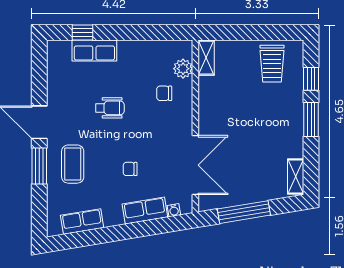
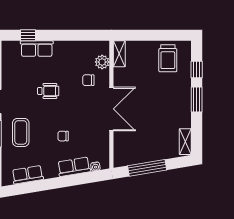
double door: (195, 165) -> (111, 109), moved

